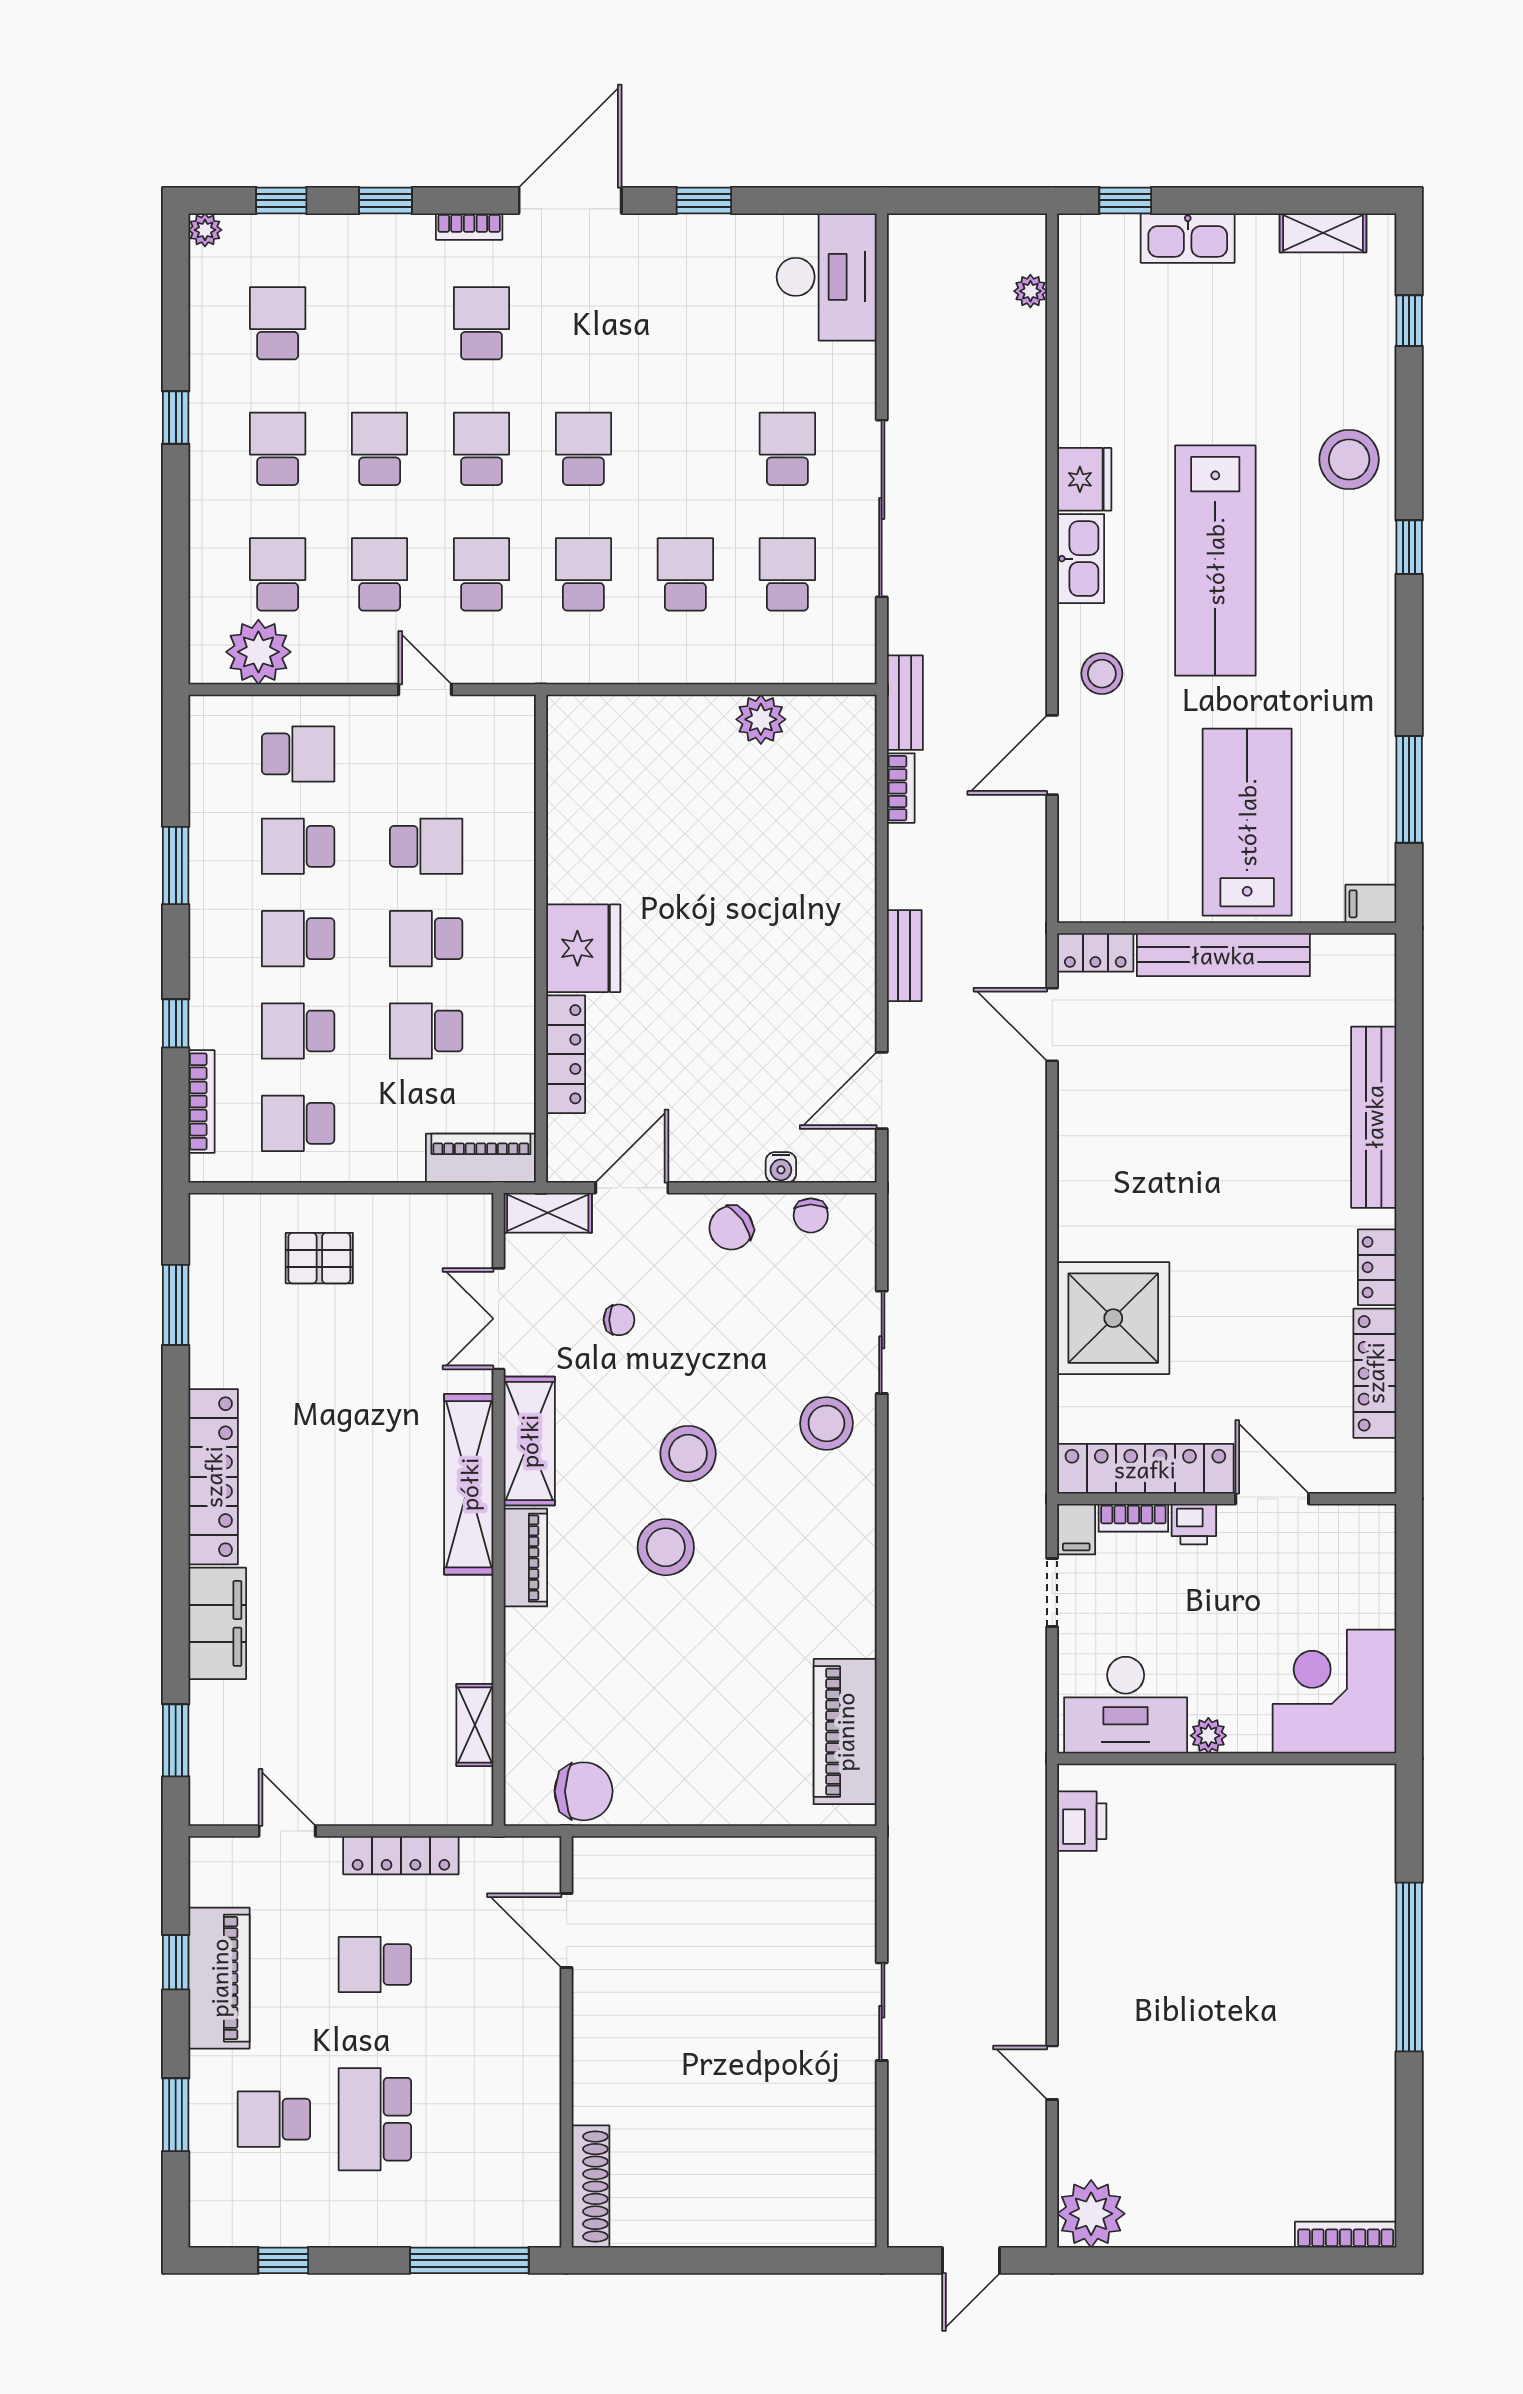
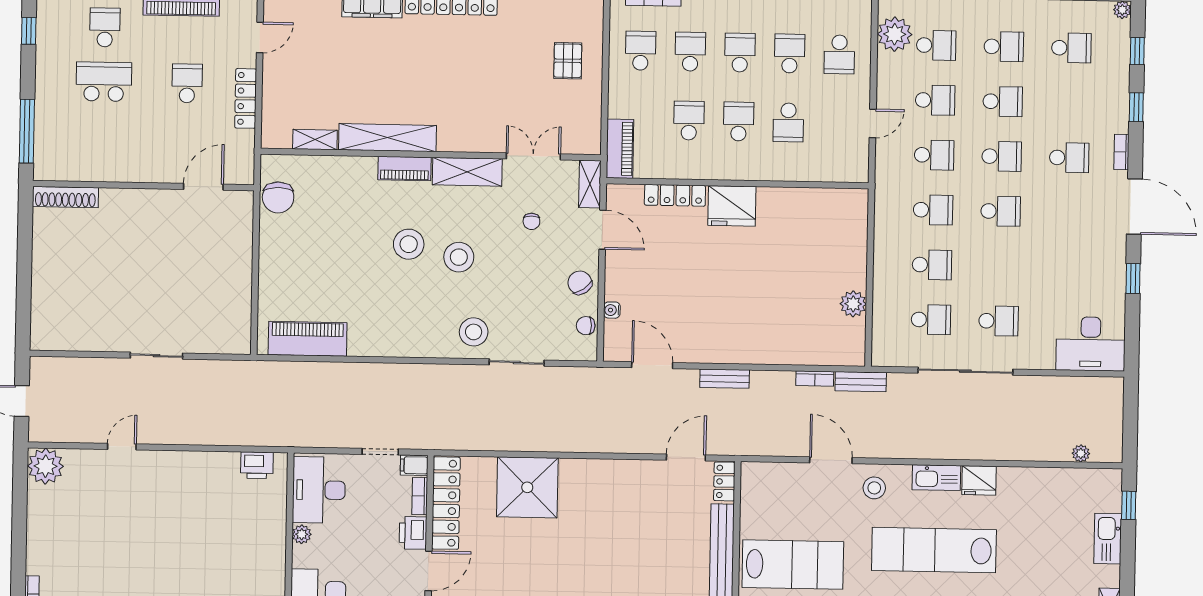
shelving: (469, 1484) -> (388, 138), moved
printer: (1194, 1524) -> (413, 533), width x1.36, depth x1.24

